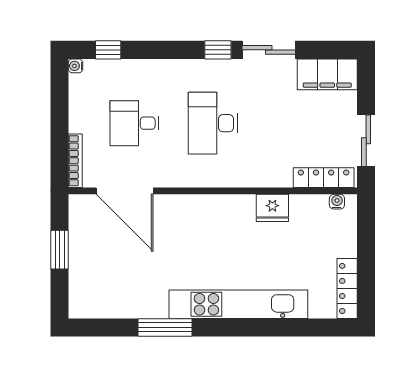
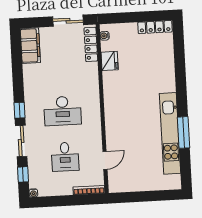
sliding door: (269, 50) -> (21, 141), moved
door: (125, 191) -> (105, 160), width x0.53
fridge: (272, 208) -> (110, 61), moved
window: (60, 250) -> (141, 197), removed
kitchen unit: (238, 304) -> (170, 133), moved

